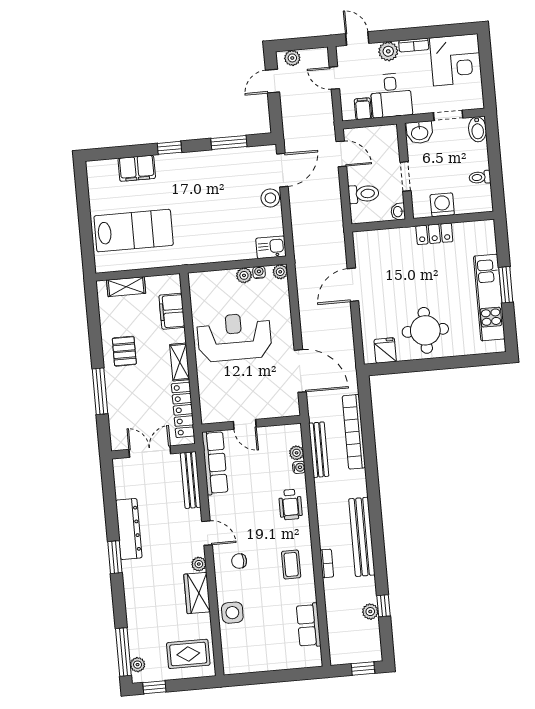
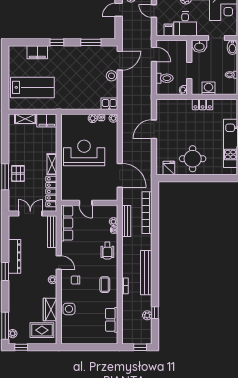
filing cabinet: (172, 311) -> (47, 121), moved, turned -90
pallet: (124, 351) -> (18, 174), moved
wardrobe: (197, 593) -> (50, 310), moved

